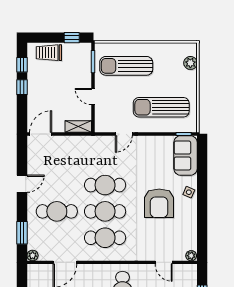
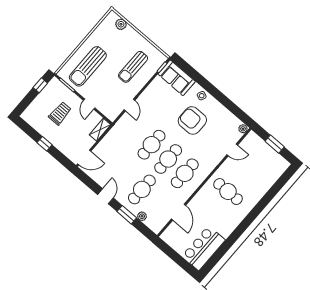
trolley: (49, 53) -> (60, 113), moved, turned 180
window: (22, 65) -> (30, 131), removed
door: (93, 97) -> (89, 104), hinge flipped
sun lounger: (161, 107) -> (133, 67), width x0.73, depth x0.75
door: (41, 134) -> (84, 157), swing flipped
armchair: (159, 203) -> (192, 120), turned 180
window: (22, 233) -> (127, 215), moved
plant: (33, 255) -> (142, 216), moved

